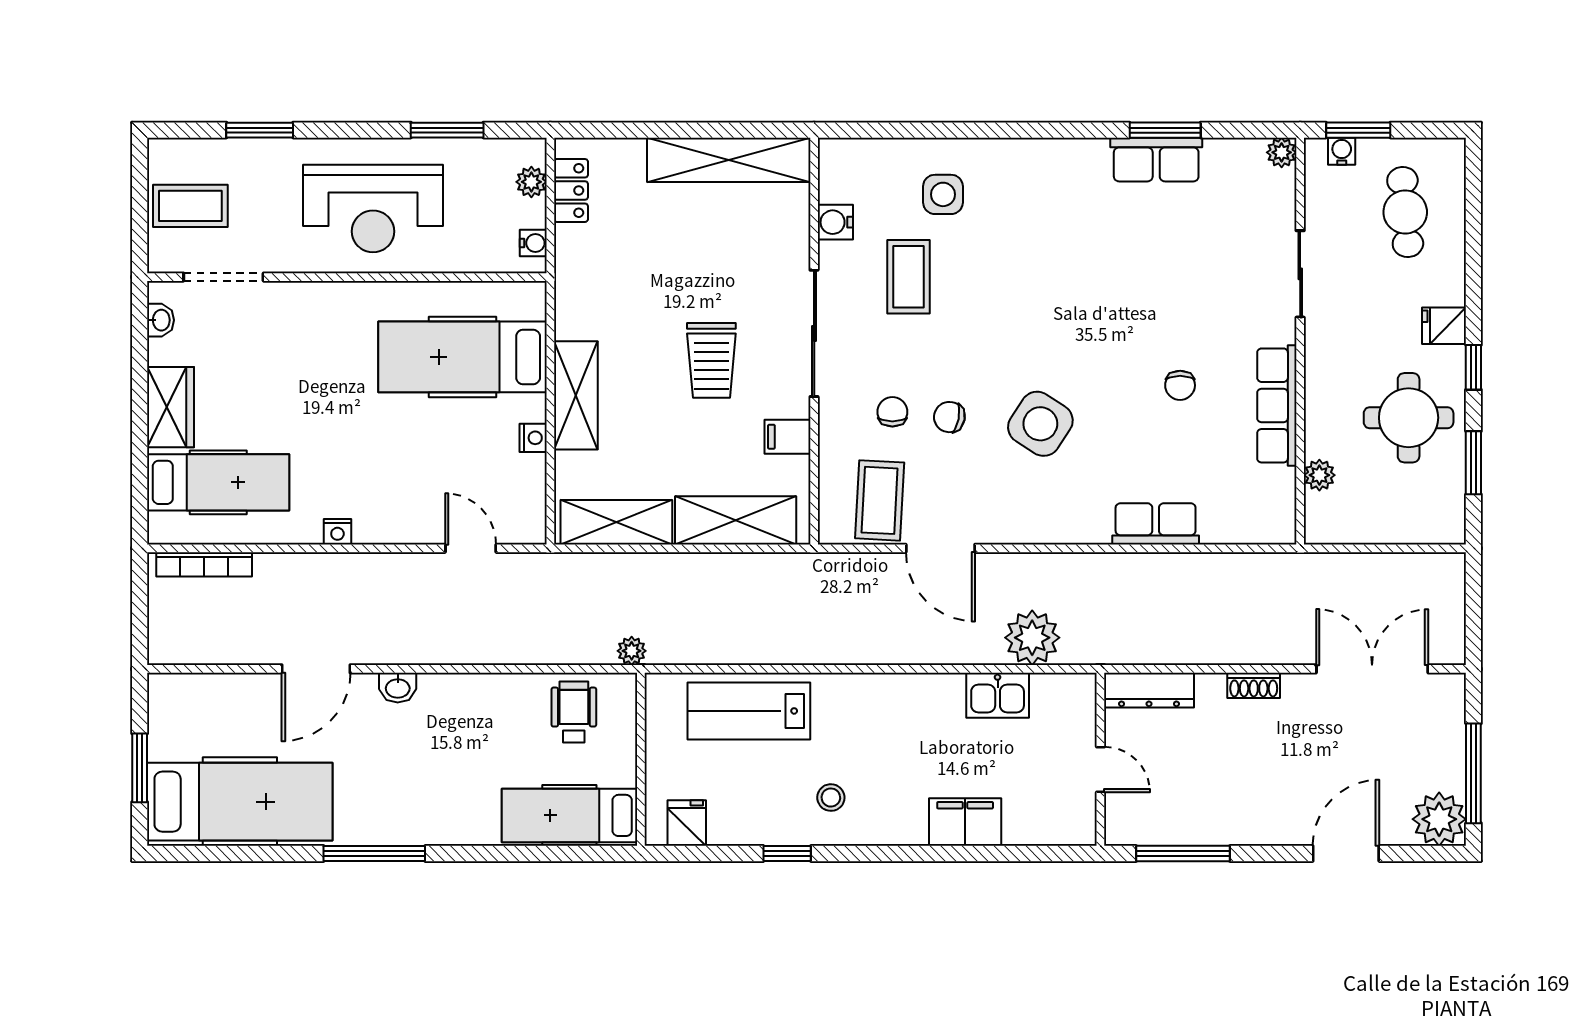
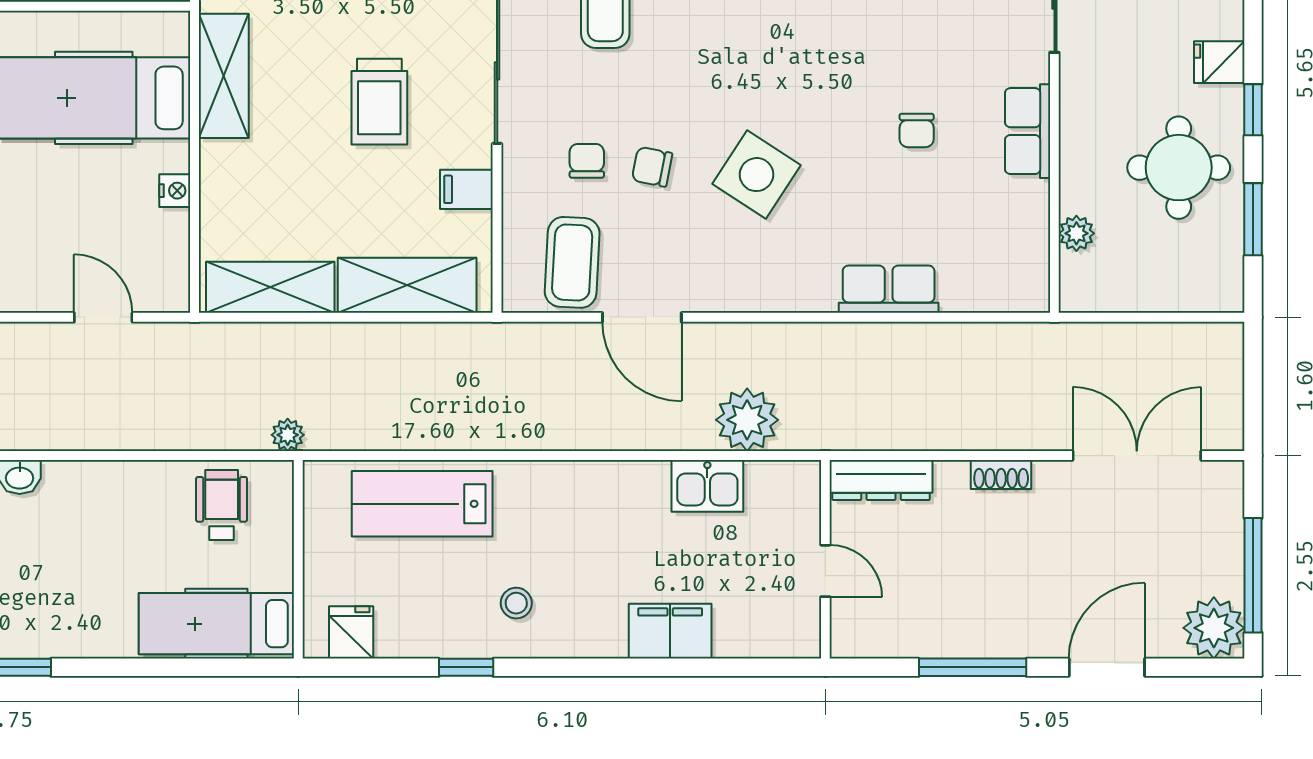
shelving: (576, 395) -> (224, 76), moved
row of seats: (1277, 405) -> (1028, 131), width x0.68
window: (1183, 854) -> (973, 667), moved

